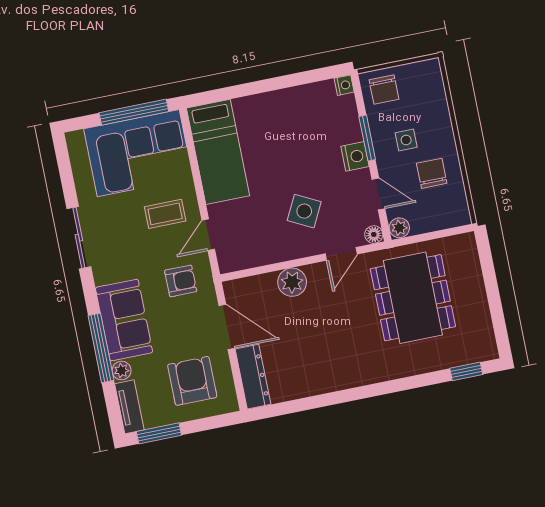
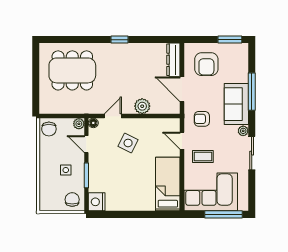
nightstand: (344, 85) -> (97, 202), width x1.89, depth x1.79
window: (134, 112) -> (224, 214), moved
nightstand: (355, 156) -> (95, 167), removed
chair: (432, 173) -> (49, 129), moved
door: (208, 235) -> (182, 141), swing flipped
dining table: (413, 298) -> (72, 70), moved, turned 90
plant: (122, 371) -> (243, 131), moved
window: (466, 371) -> (120, 40), moved
tv unit: (129, 407) -> (243, 57), removed

